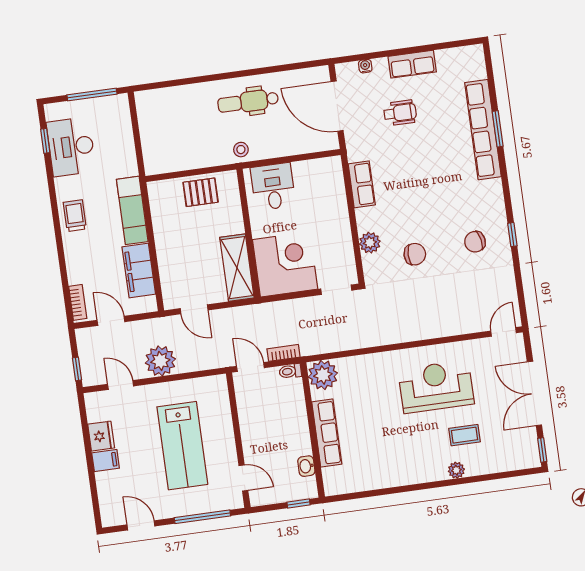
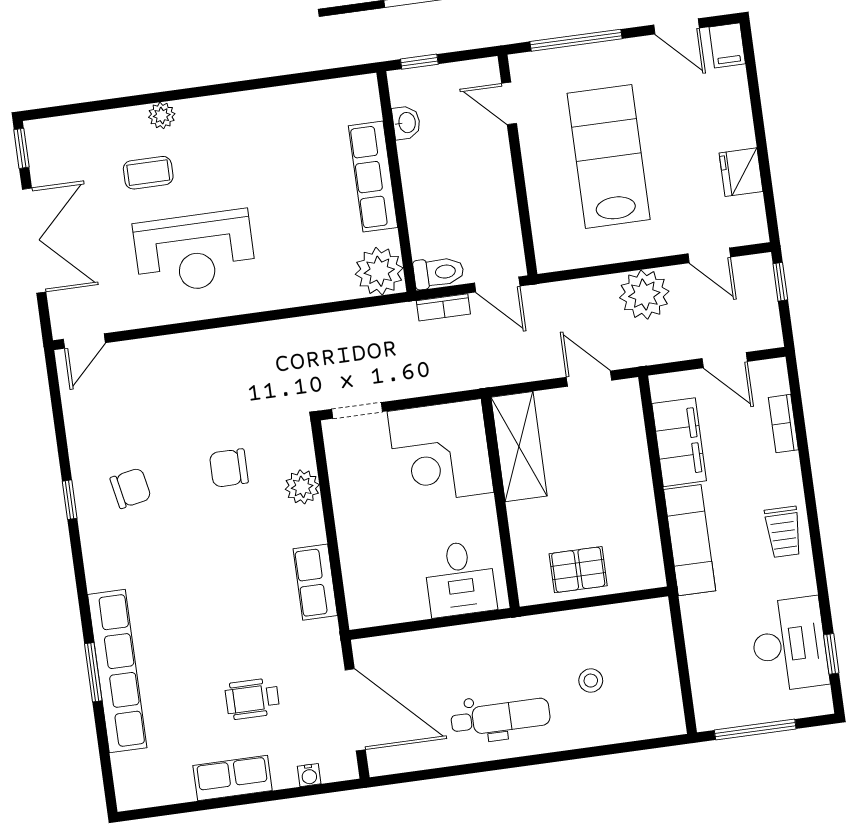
stool: (241, 150) -> (591, 681), moved
bookcase: (78, 302) -> (783, 424), moved
toilet: (290, 371) -> (439, 272), width x1.37, depth x1.39
filing cabinet: (106, 460) -> (727, 45), moved, turned -90

